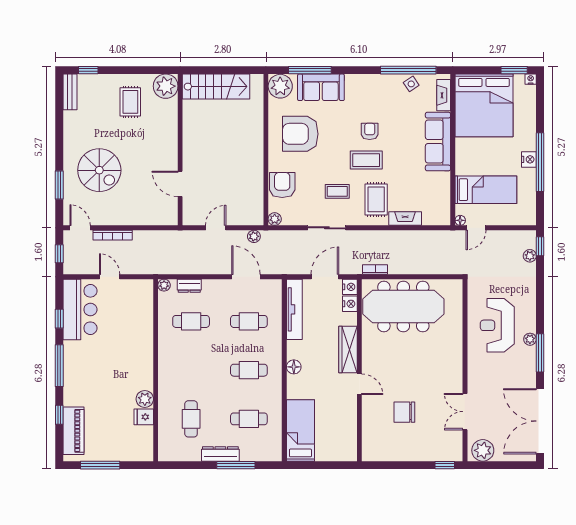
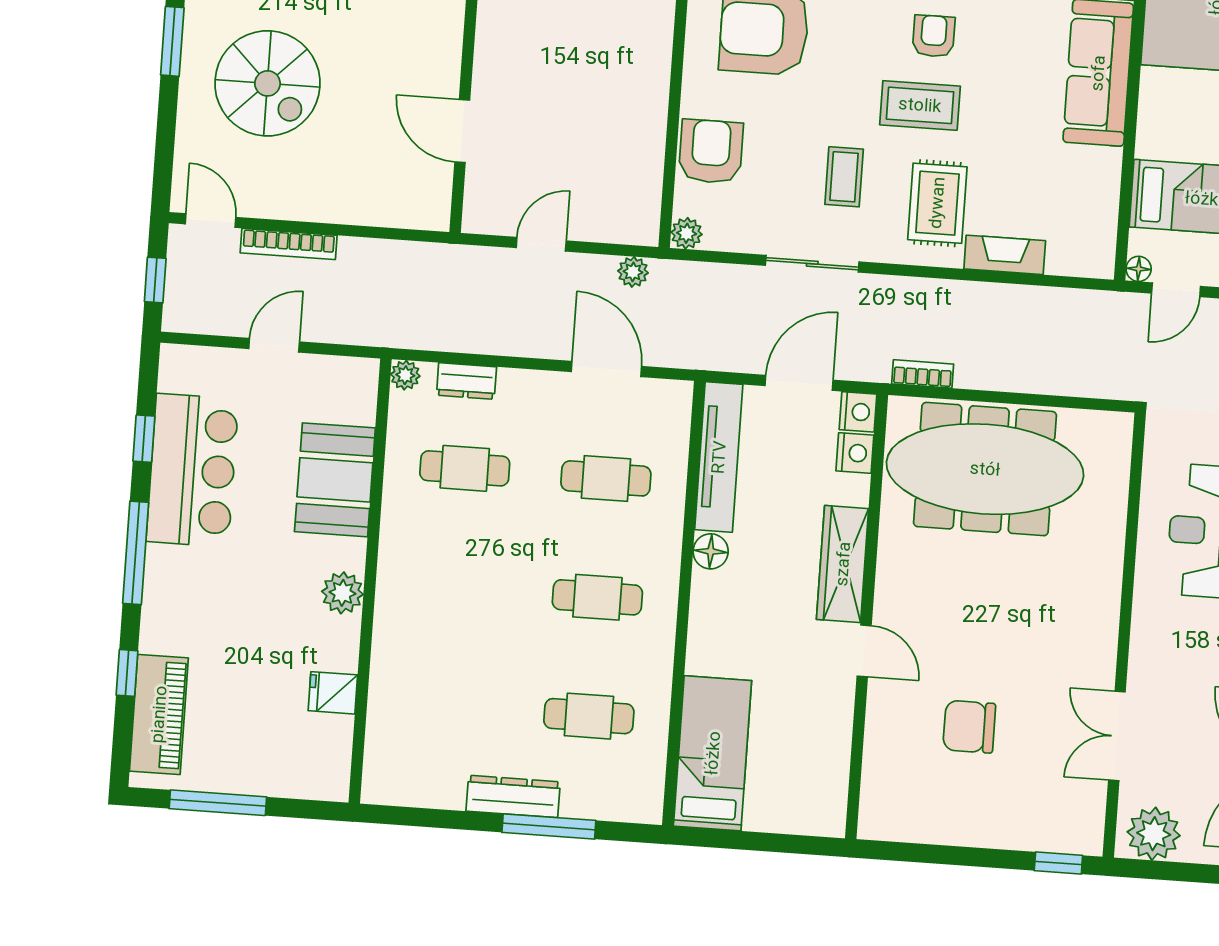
window: (59, 185) -> (172, 41), moved
coffee table: (337, 191) -> (844, 177), turned 90
door: (110, 277) -> (274, 345), hinge flipped
bar counter: (80, 310) -> (192, 470), moved
booth: (138, 330) -> (335, 480), added
floor lamp: (294, 367) -> (711, 551), moved
plant: (145, 399) -> (342, 593), moved
cafe table: (191, 419) -> (448, 706), removed

